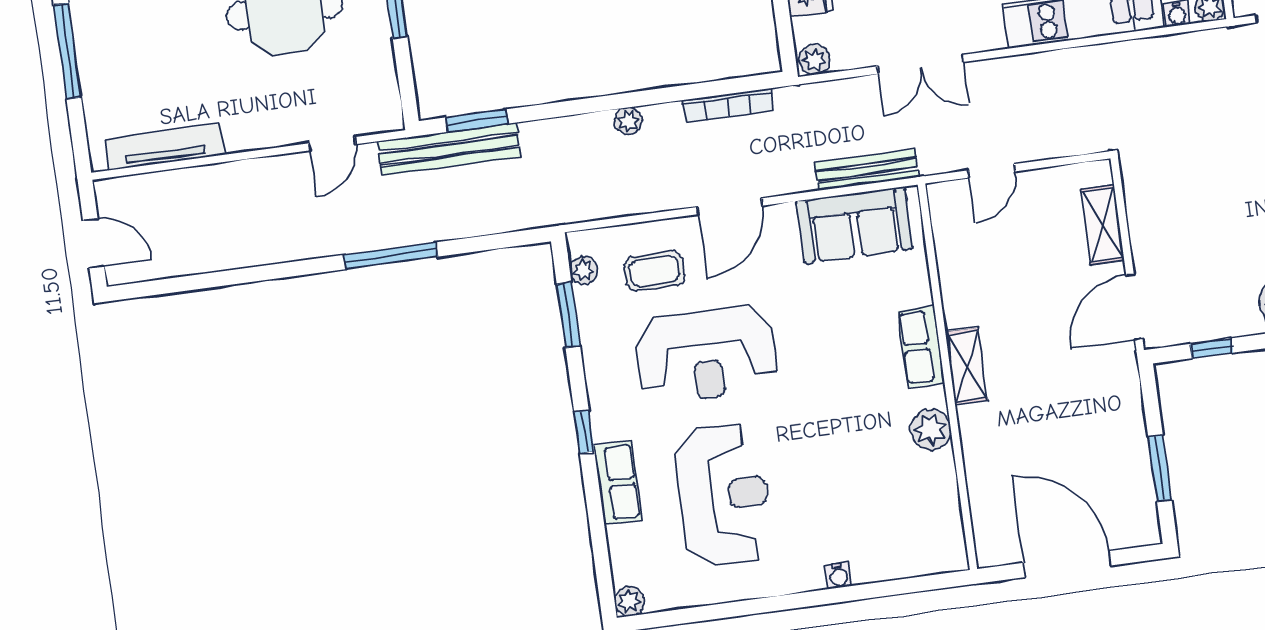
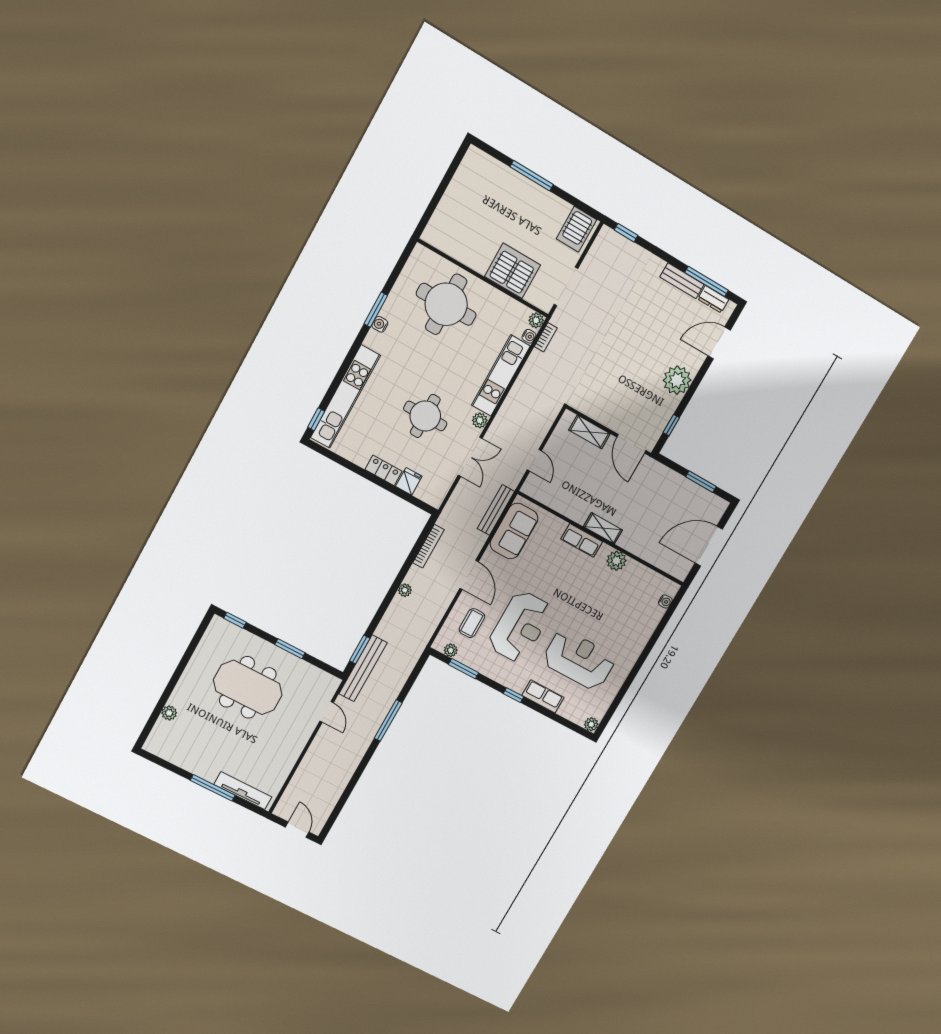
bookcase: (1196, 42) -> (546, 337), added
plant: (814, 60) -> (480, 420), moved
tv unit: (165, 147) -> (243, 791), moved, turned 90
door: (93, 243) -> (297, 830), hinge flipped
water cooler: (838, 576) -> (665, 602), moved

